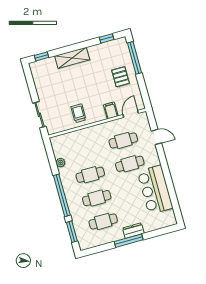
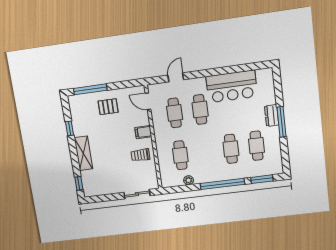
window: (107, 38) -> (69, 128), moved
filing cabinet: (111, 111) -> (143, 132), moved
cafe table: (90, 175) -> (180, 155), moved

